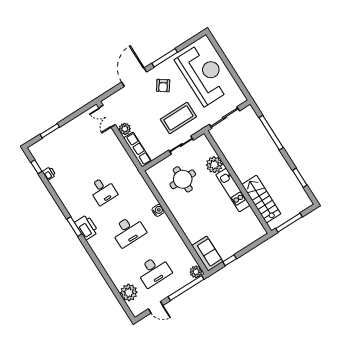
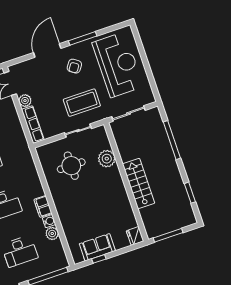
kitchen unit: (233, 190) -> (119, 189), removed
stairs: (261, 199) -> (139, 184), moved
water cooler: (158, 210) -> (49, 221), moved
filing cabinet: (165, 224) -> (43, 206), added
fridge: (258, 231) -> (135, 236), added
sofa: (207, 254) -> (97, 247), moved, turned -90
plant: (196, 272) -> (52, 234), moved

